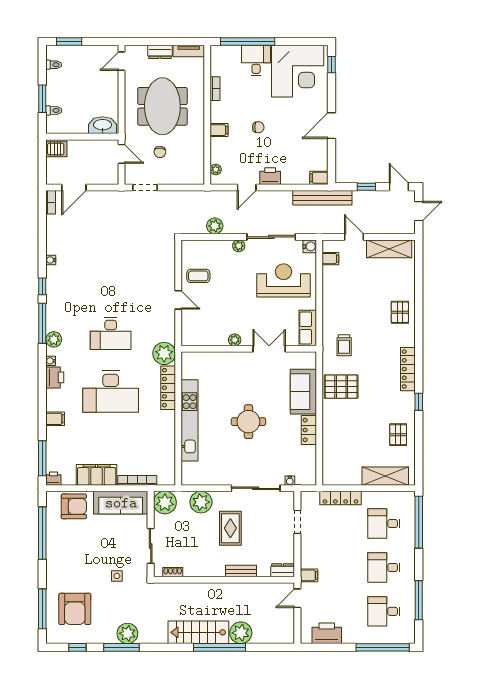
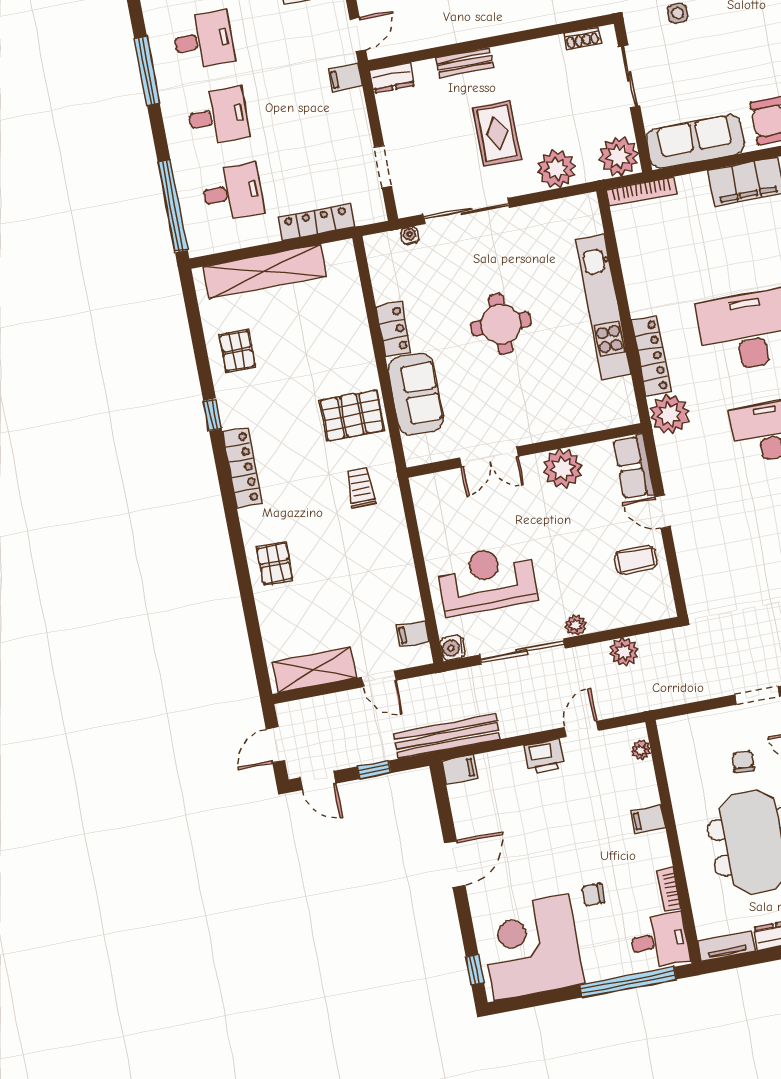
desk: (256, 61) -> (659, 941), moved, turned -90
chair: (258, 127) -> (593, 895), moved
reception desk: (284, 280) -> (487, 580), turned 180
row of seats: (308, 328) -> (634, 467), moved, turned 180
plant: (235, 340) -> (563, 469), width x1.87, depth x1.87
shelving: (385, 476) -> (265, 271), width x1.47
bookcase: (137, 480) -> (642, 192), moved

